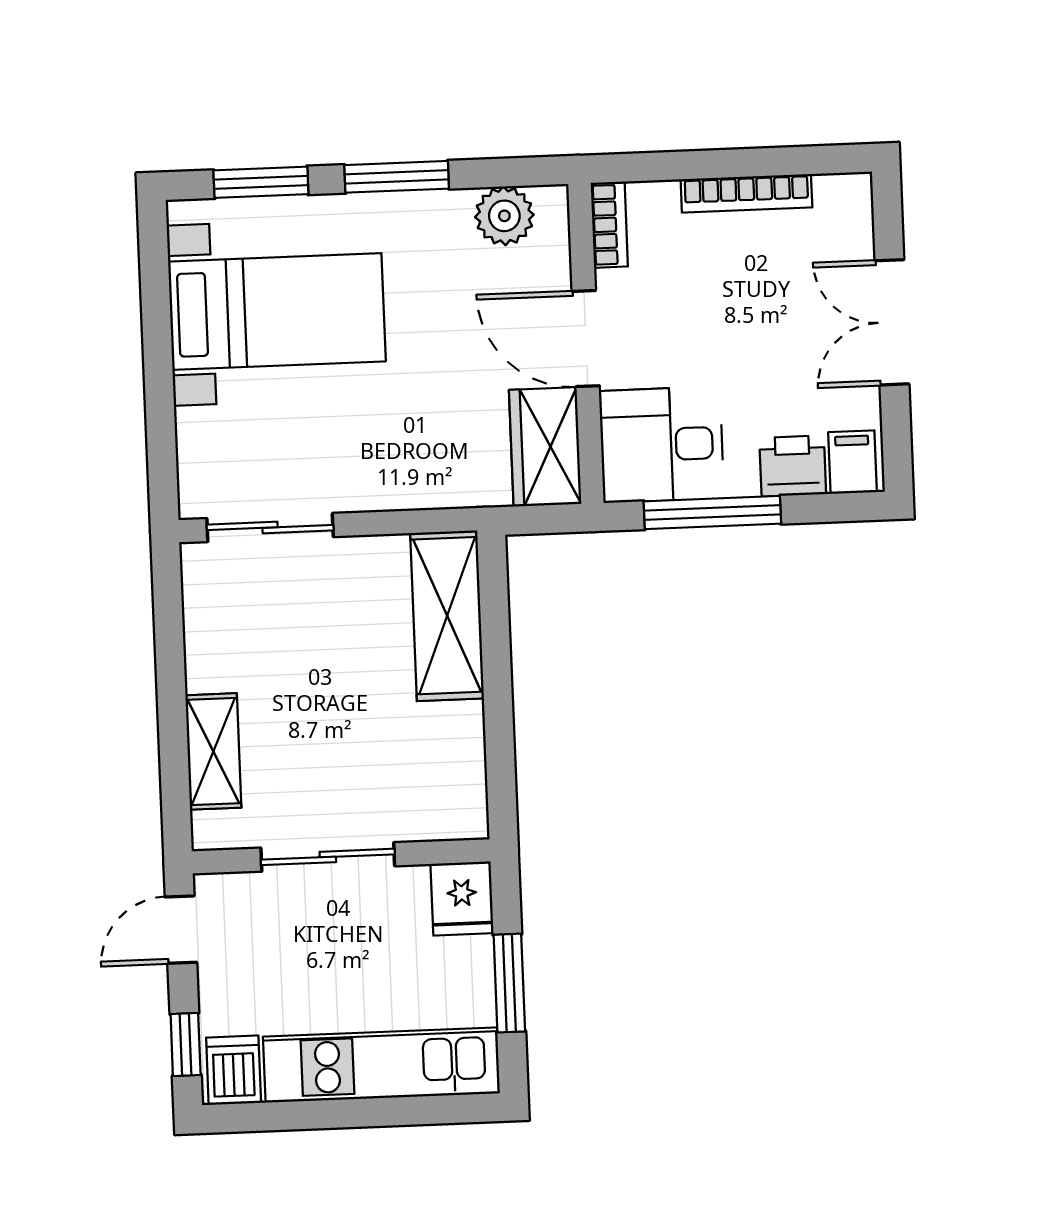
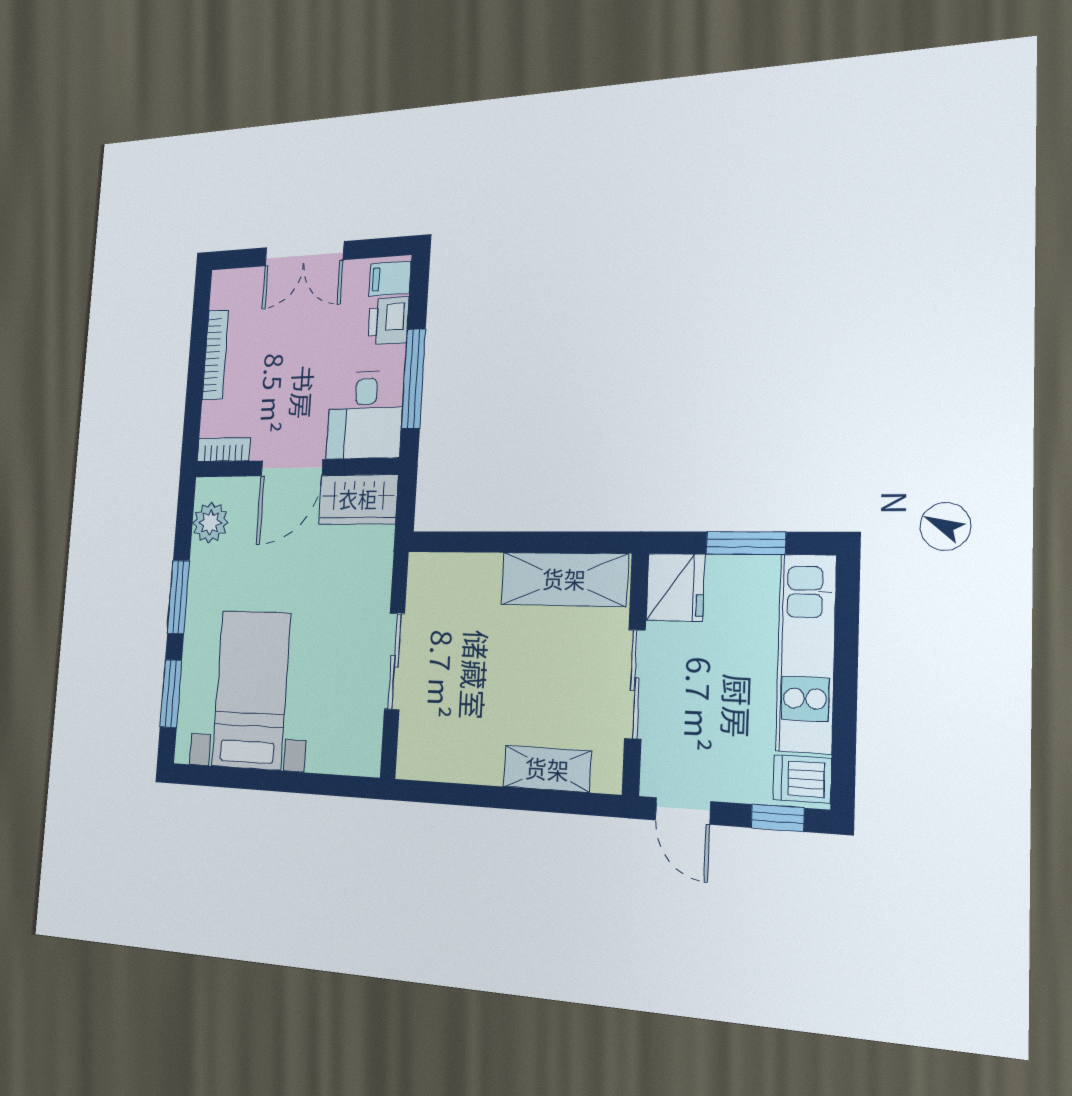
sliding door: (270, 528) -> (395, 661), moved
shelving: (447, 616) -> (564, 579), moved
fridge: (462, 899) -> (675, 587), width x1.38

